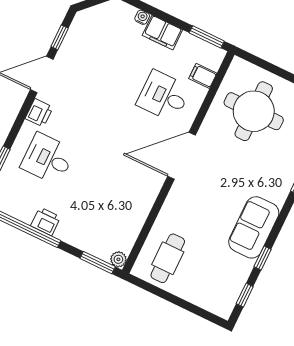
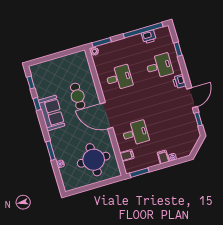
filing cabinet: (162, 33) -> (163, 157), width x0.50
door: (182, 156) -> (107, 116), swing flipped
desk: (117, 192) -> (119, 78), added
printer: (46, 221) -> (149, 37), moved
cafe table: (168, 258) -> (78, 96), moved

